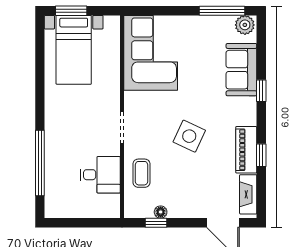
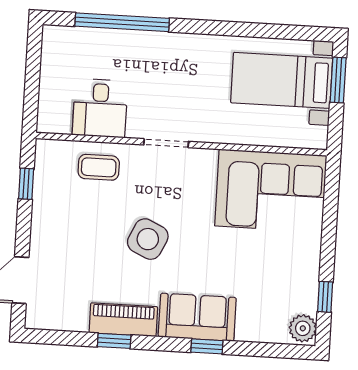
window: (222, 11) -> (325, 297), width x0.46
sofa: (241, 70) -> (197, 317), moved
fireplace: (248, 194) -> (59, 319), removed
floor lamp: (161, 212) -> (41, 191), removed

